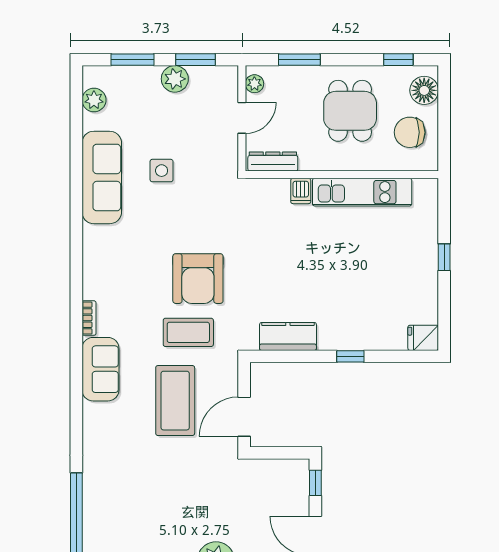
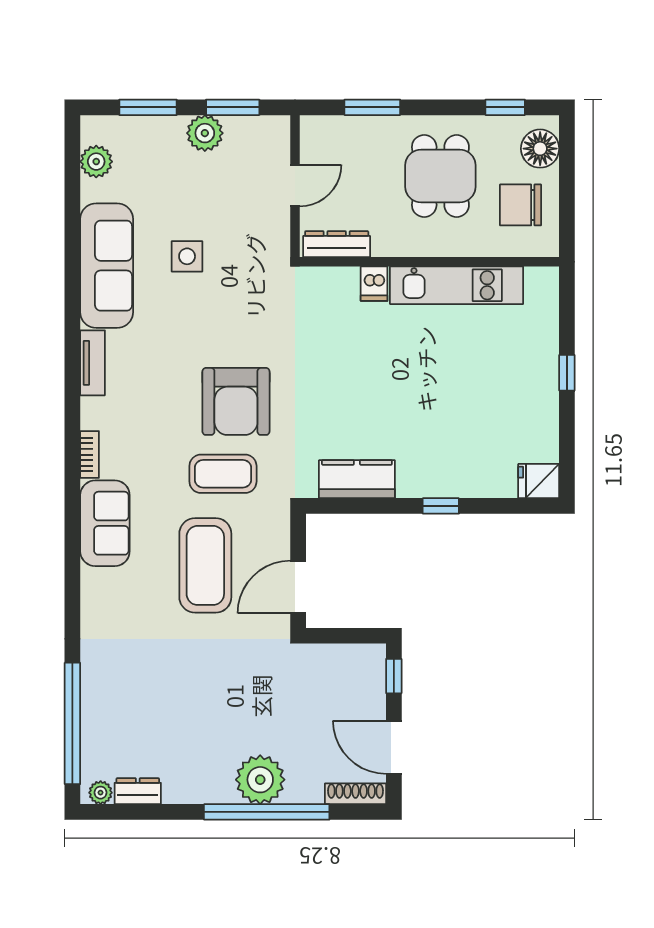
plant: (254, 84) -> (312, 140), removed
tv unit: (91, 250) -> (93, 363), added

